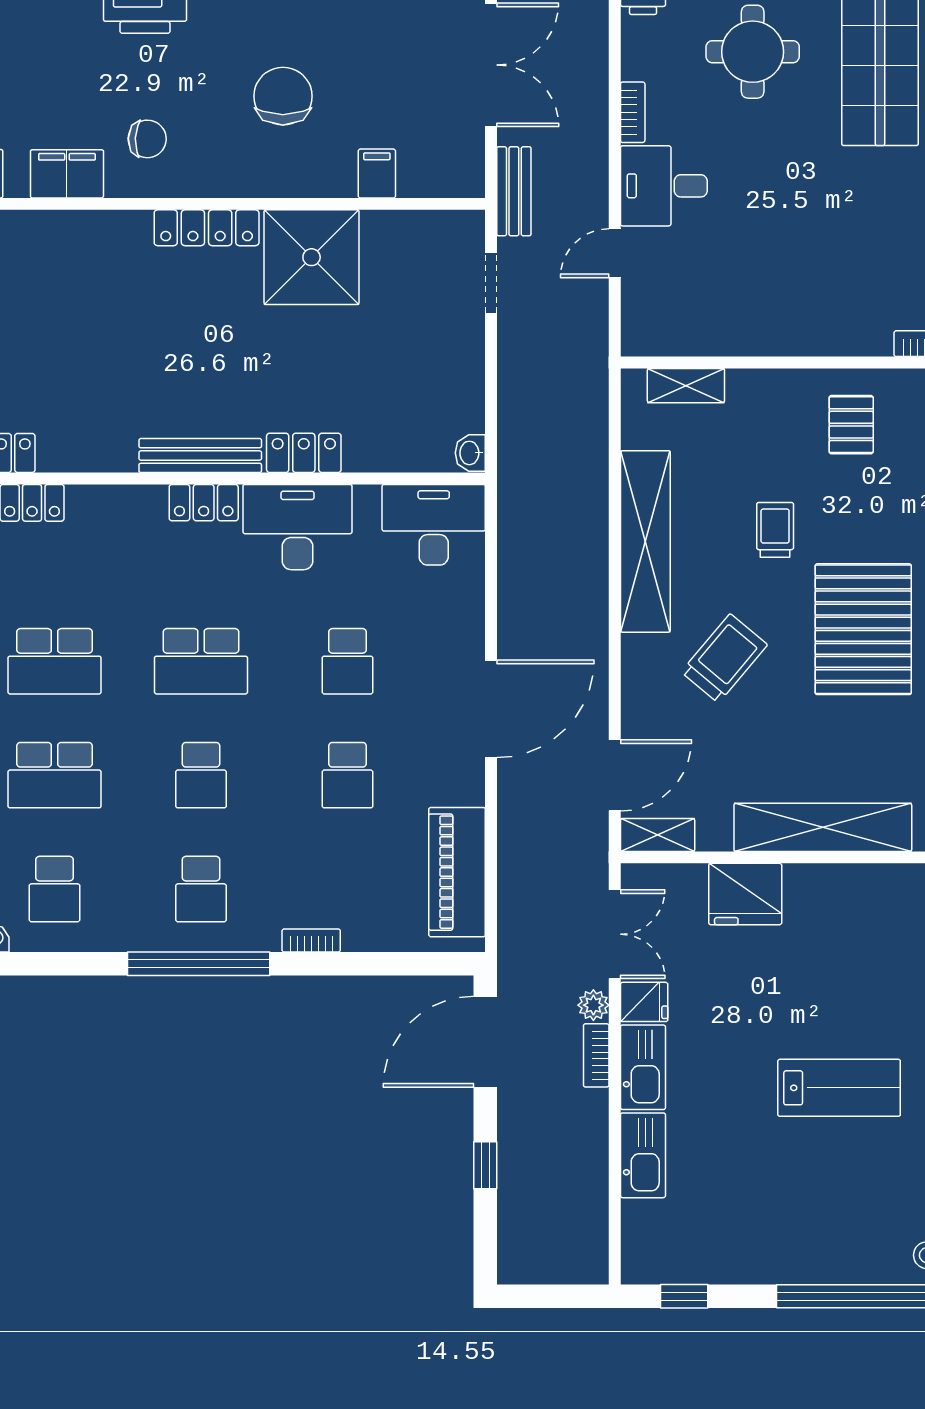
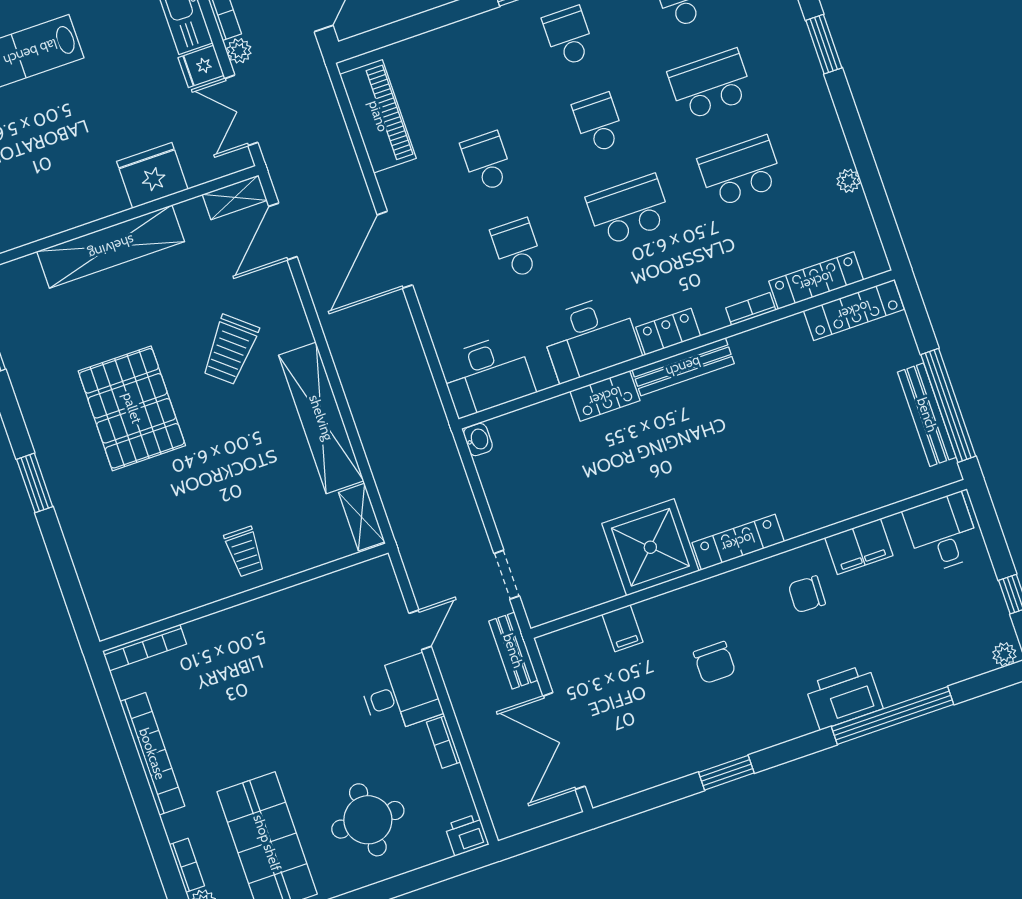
chair: (283, 96) -> (714, 663), width x0.73, depth x0.73
shelving: (686, 386) -> (362, 517), moved, turned 90
pallet: (851, 425) -> (195, 561), removed
trolley: (775, 530) -> (244, 552), moved
bookcase: (311, 941) -> (751, 309), moved, turned 180

